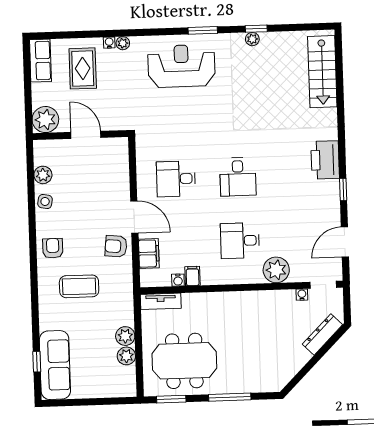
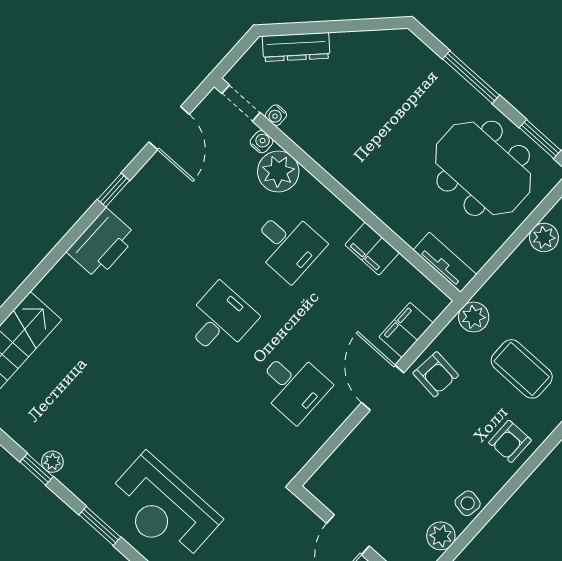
door: (345, 242) -> (169, 128), hinge flipped
filing cabinet: (193, 276) -> (372, 249), width x2.00
water cooler: (178, 280) -> (261, 142), moved
plant: (125, 336) -> (474, 317), moved

